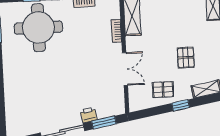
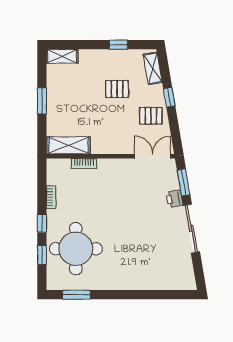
double door: (125, 69) -> (153, 156), moved
pallet: (163, 90) -> (151, 116), turned 90

